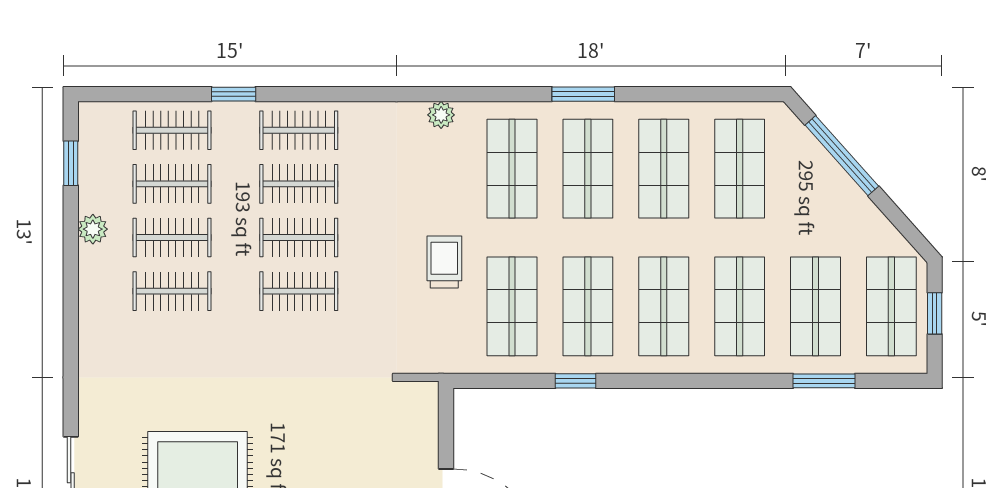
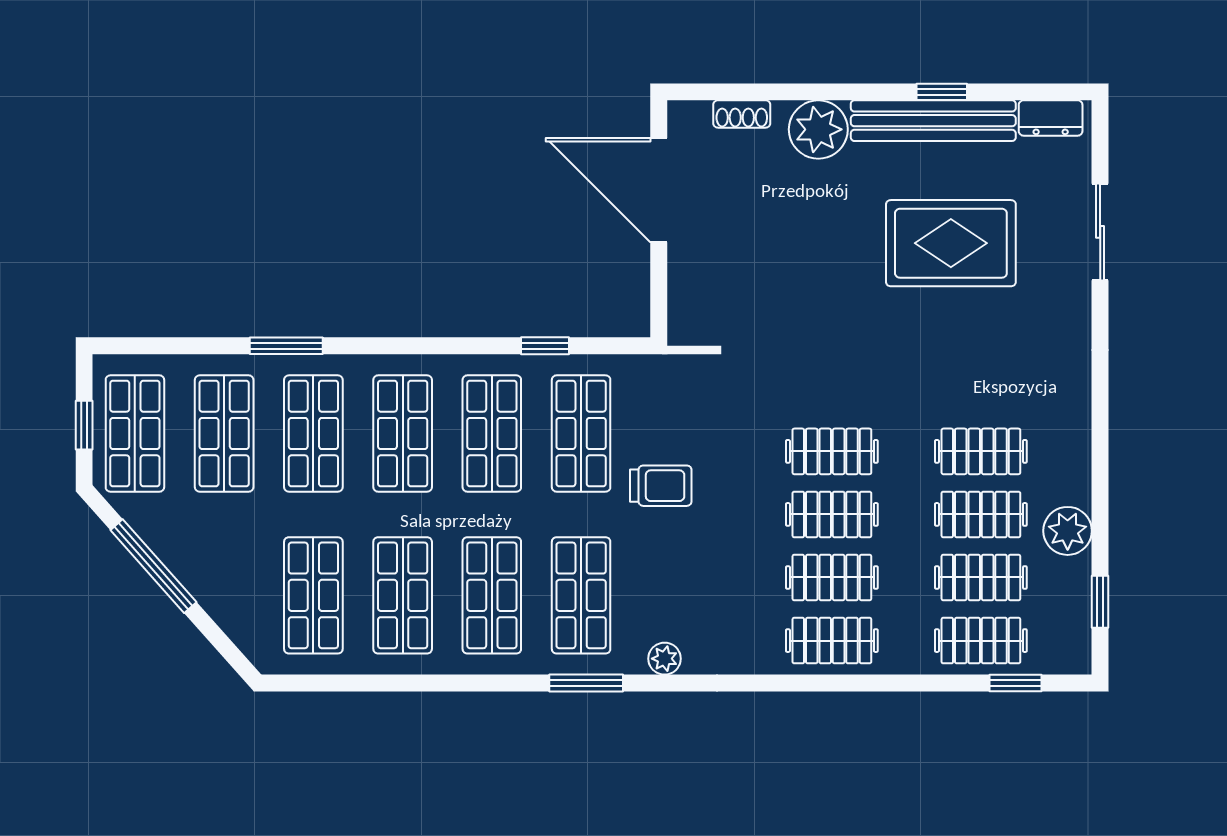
window: (234, 94) -> (1016, 683), moved
window: (583, 94) -> (586, 683), moved
window: (842, 156) -> (153, 566), moved
plant: (93, 229) -> (1068, 531), width x1.38, depth x1.38
trolley: (444, 262) -> (661, 486), turned -90
window: (576, 381) -> (545, 346), moved
window: (824, 381) -> (286, 346), moved

